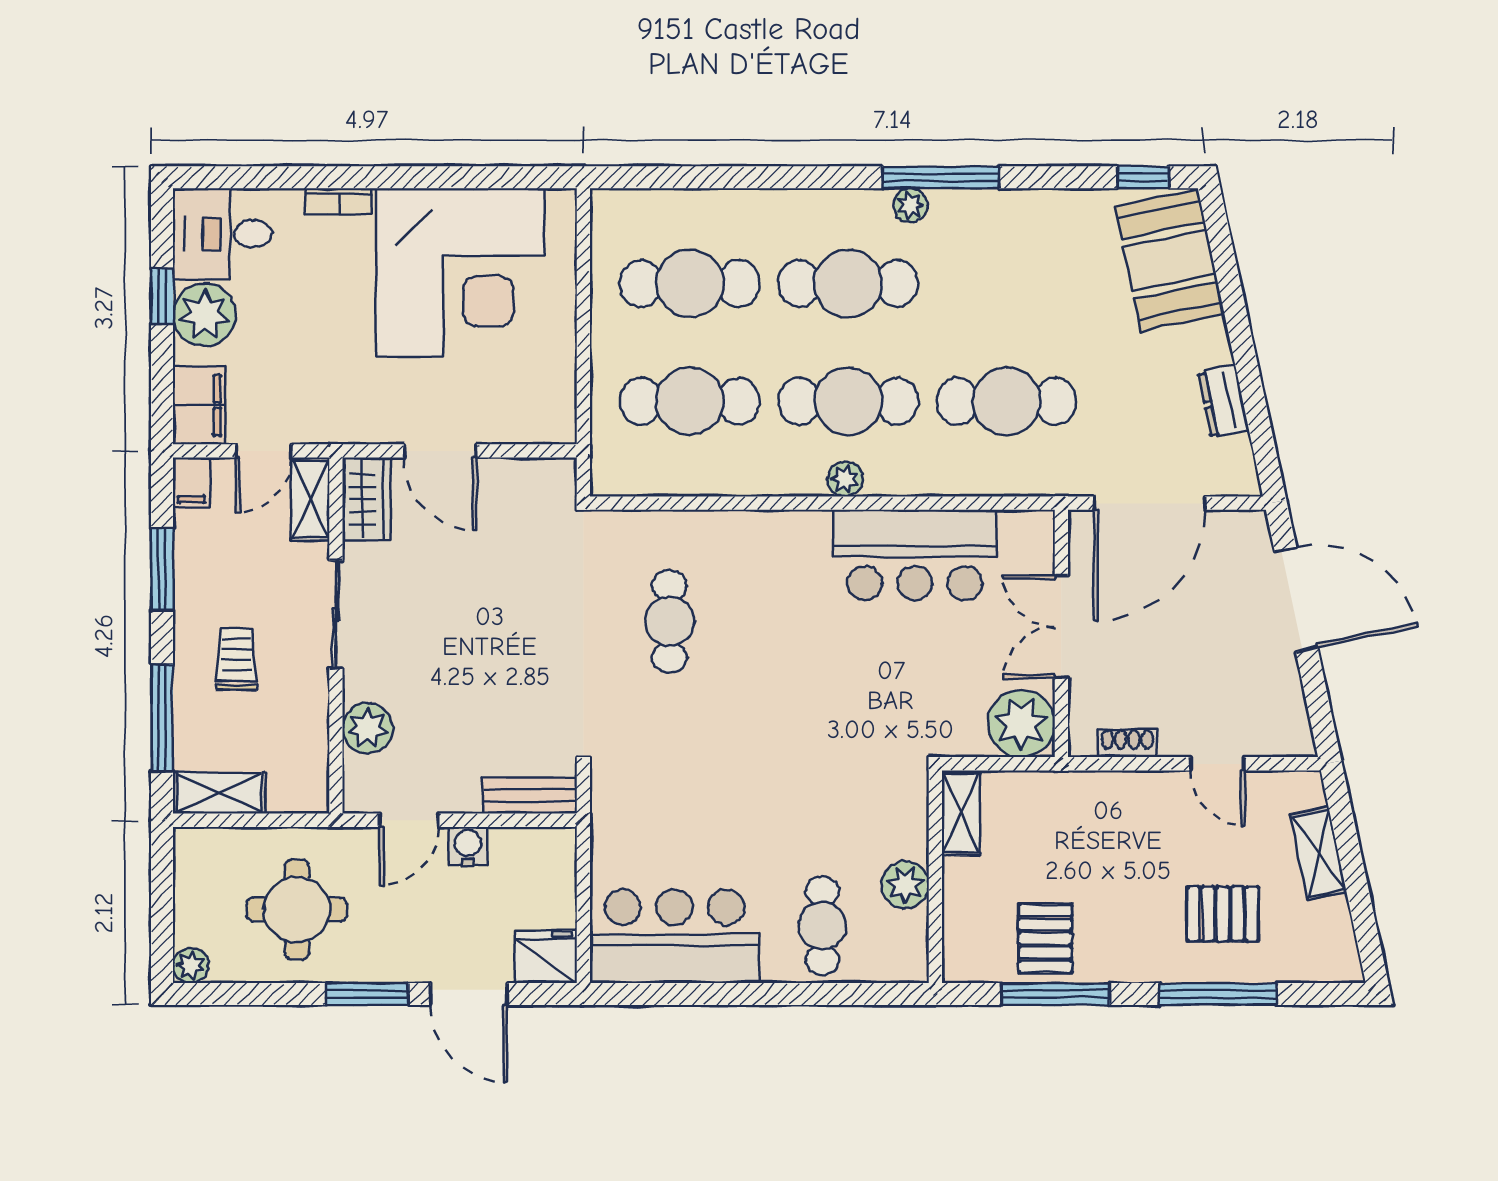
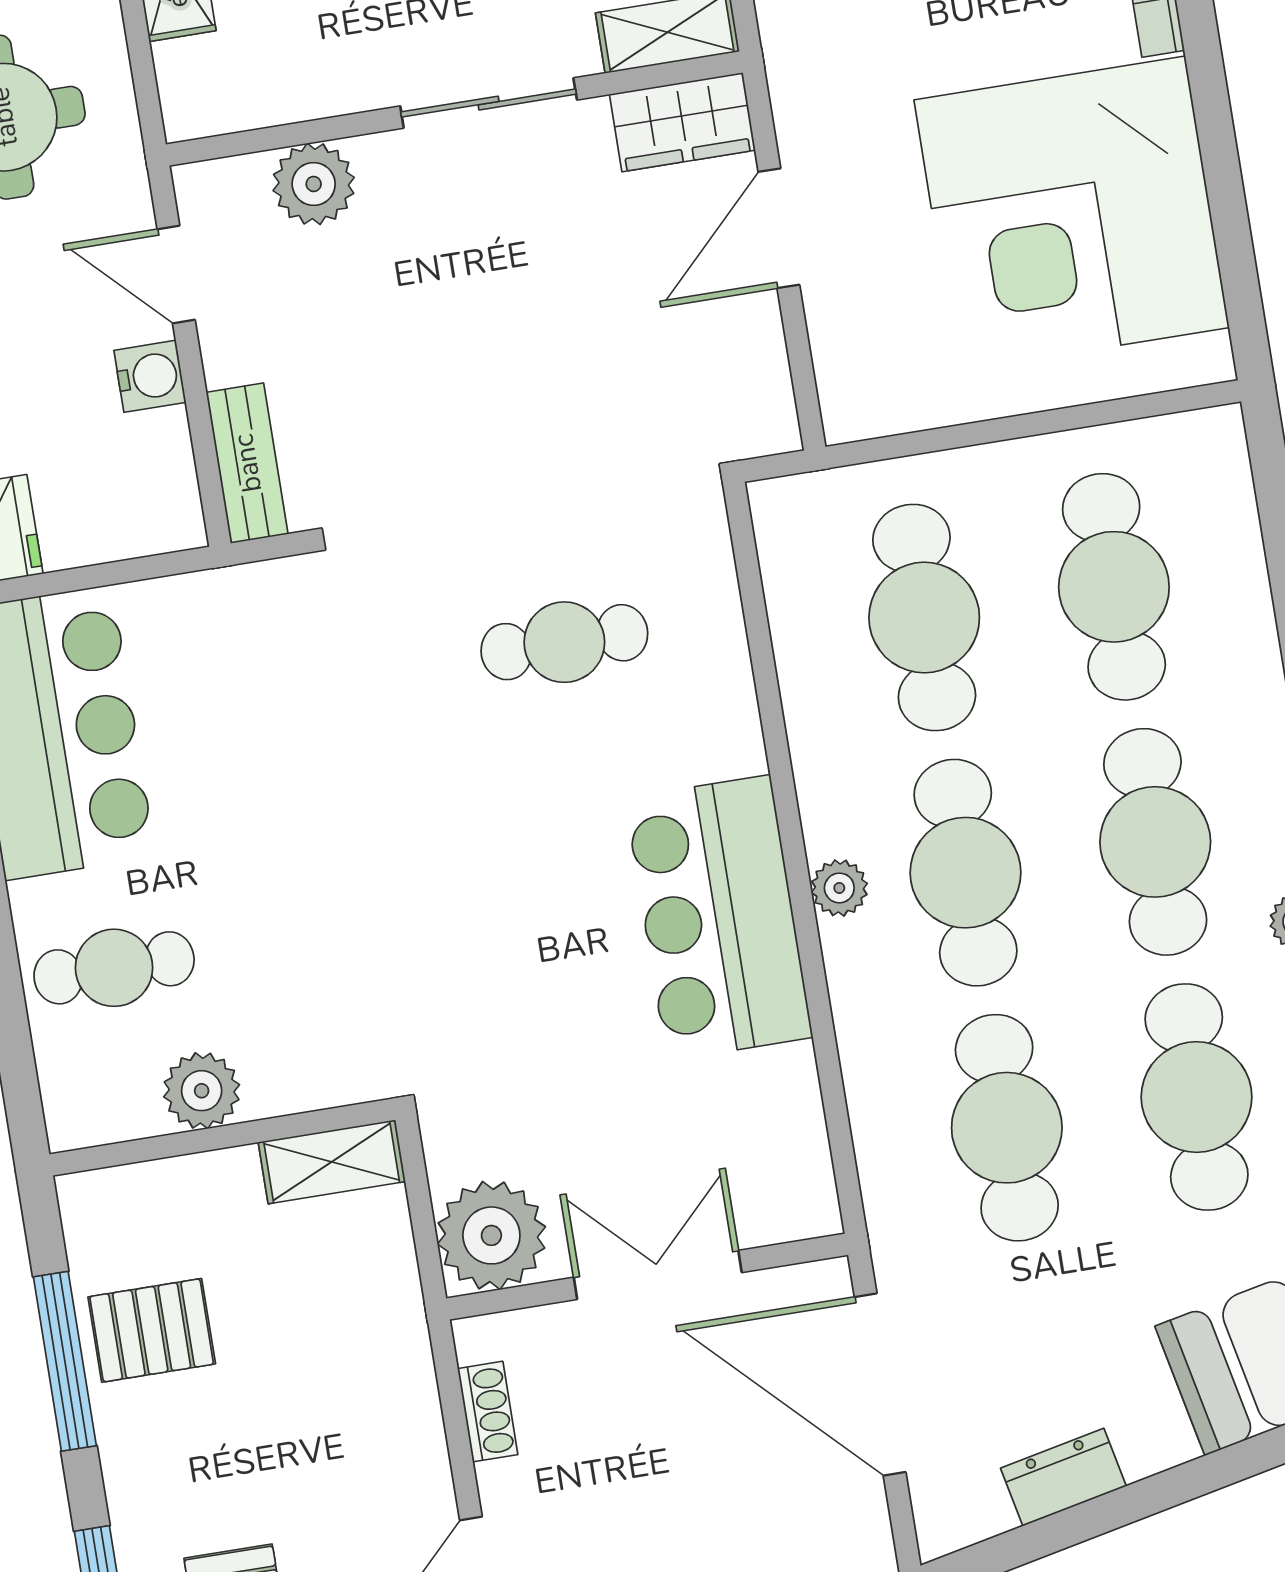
cafe table: (1006, 283) -> (1197, 1097), added
bar counter: (915, 555) -> (719, 918), moved

